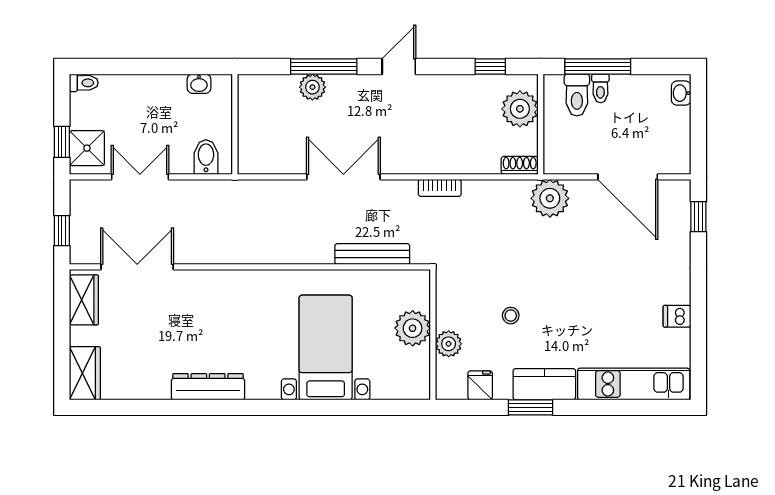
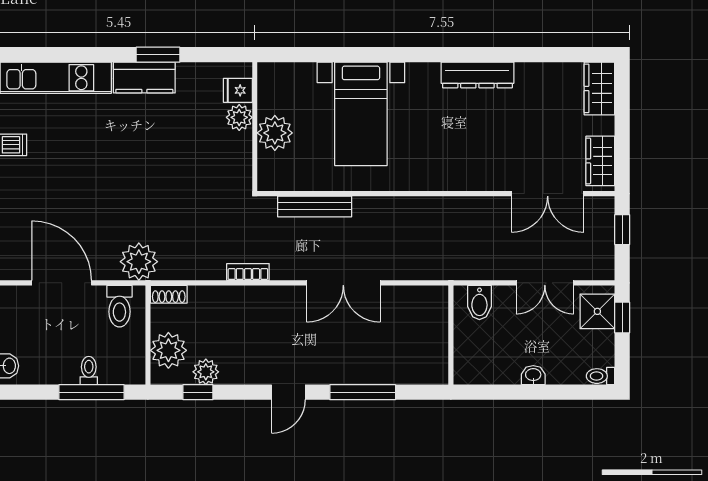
washbasin: (199, 84) -> (533, 375), moved
plant: (312, 87) -> (206, 372), moved
toilet: (577, 95) -> (119, 306), moved, turned 180
stool: (511, 316) -> (178, 145), removed
fridge: (480, 385) -> (238, 90), moved, turned 90

